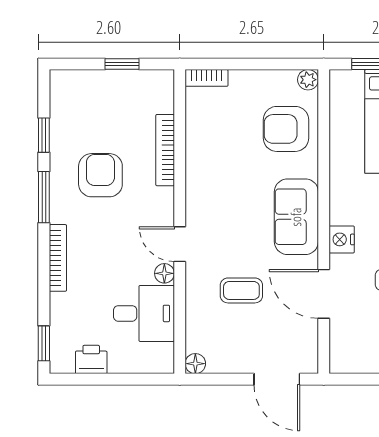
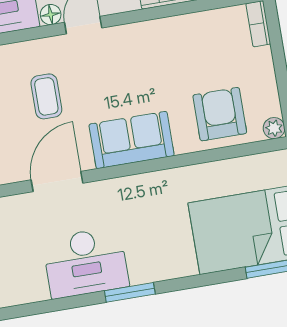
nightstand: (342, 239) -> (116, 190), removed

